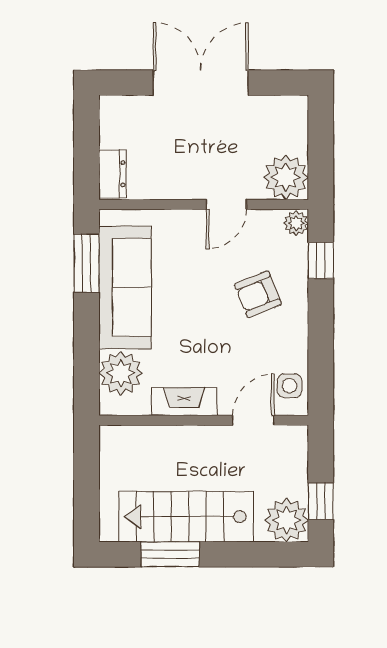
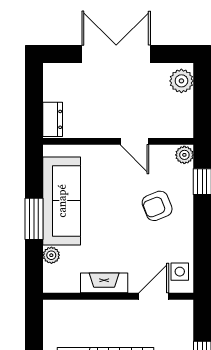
plant: (286, 177) -> (181, 81), moved, width x0.73, depth x0.73
door: (226, 204) -> (134, 141), hinge flipped
window: (86, 263) -> (34, 219), moved
plant: (121, 373) -> (51, 255), width x0.53, depth x0.53

